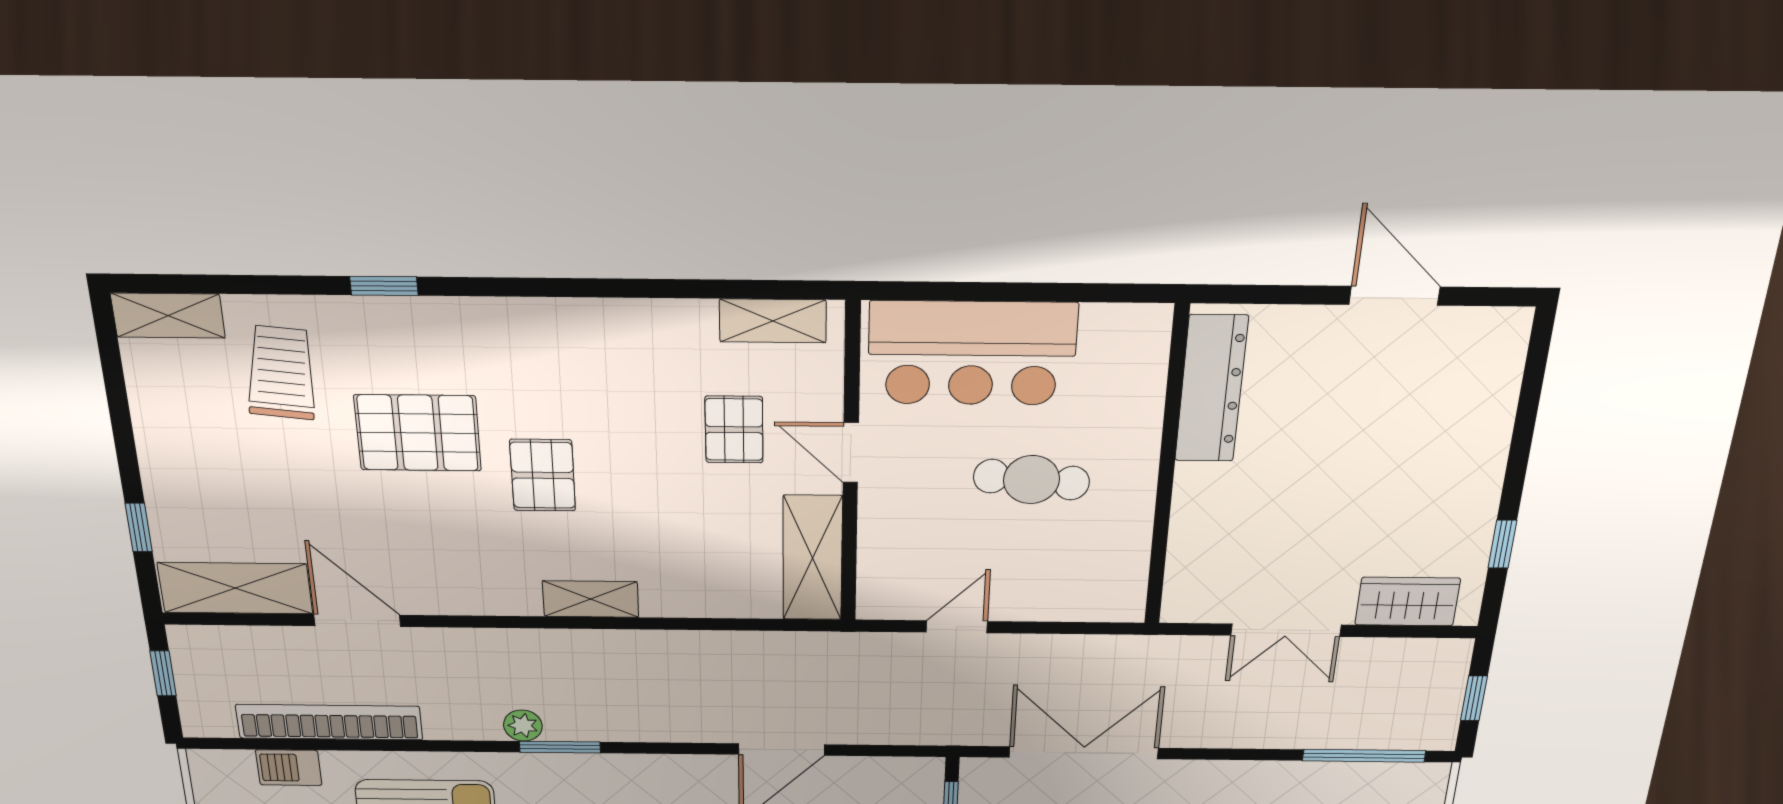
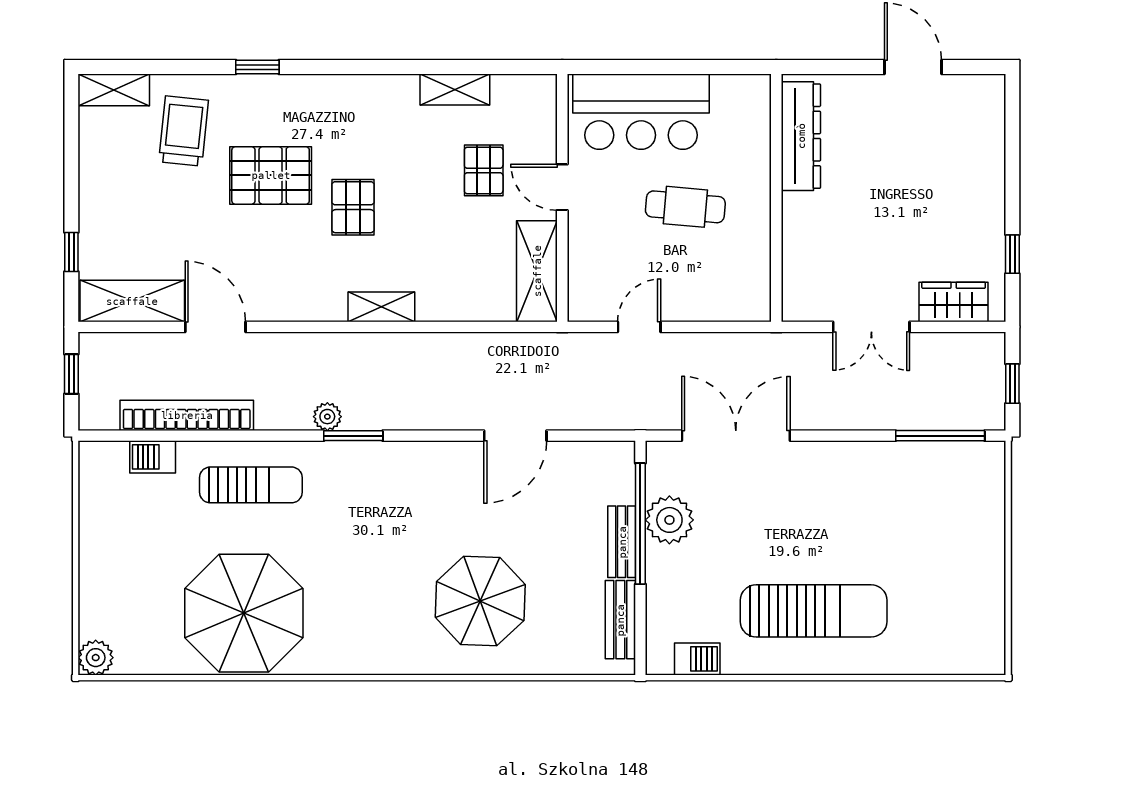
shelving: (773, 321) -> (455, 89), moved

